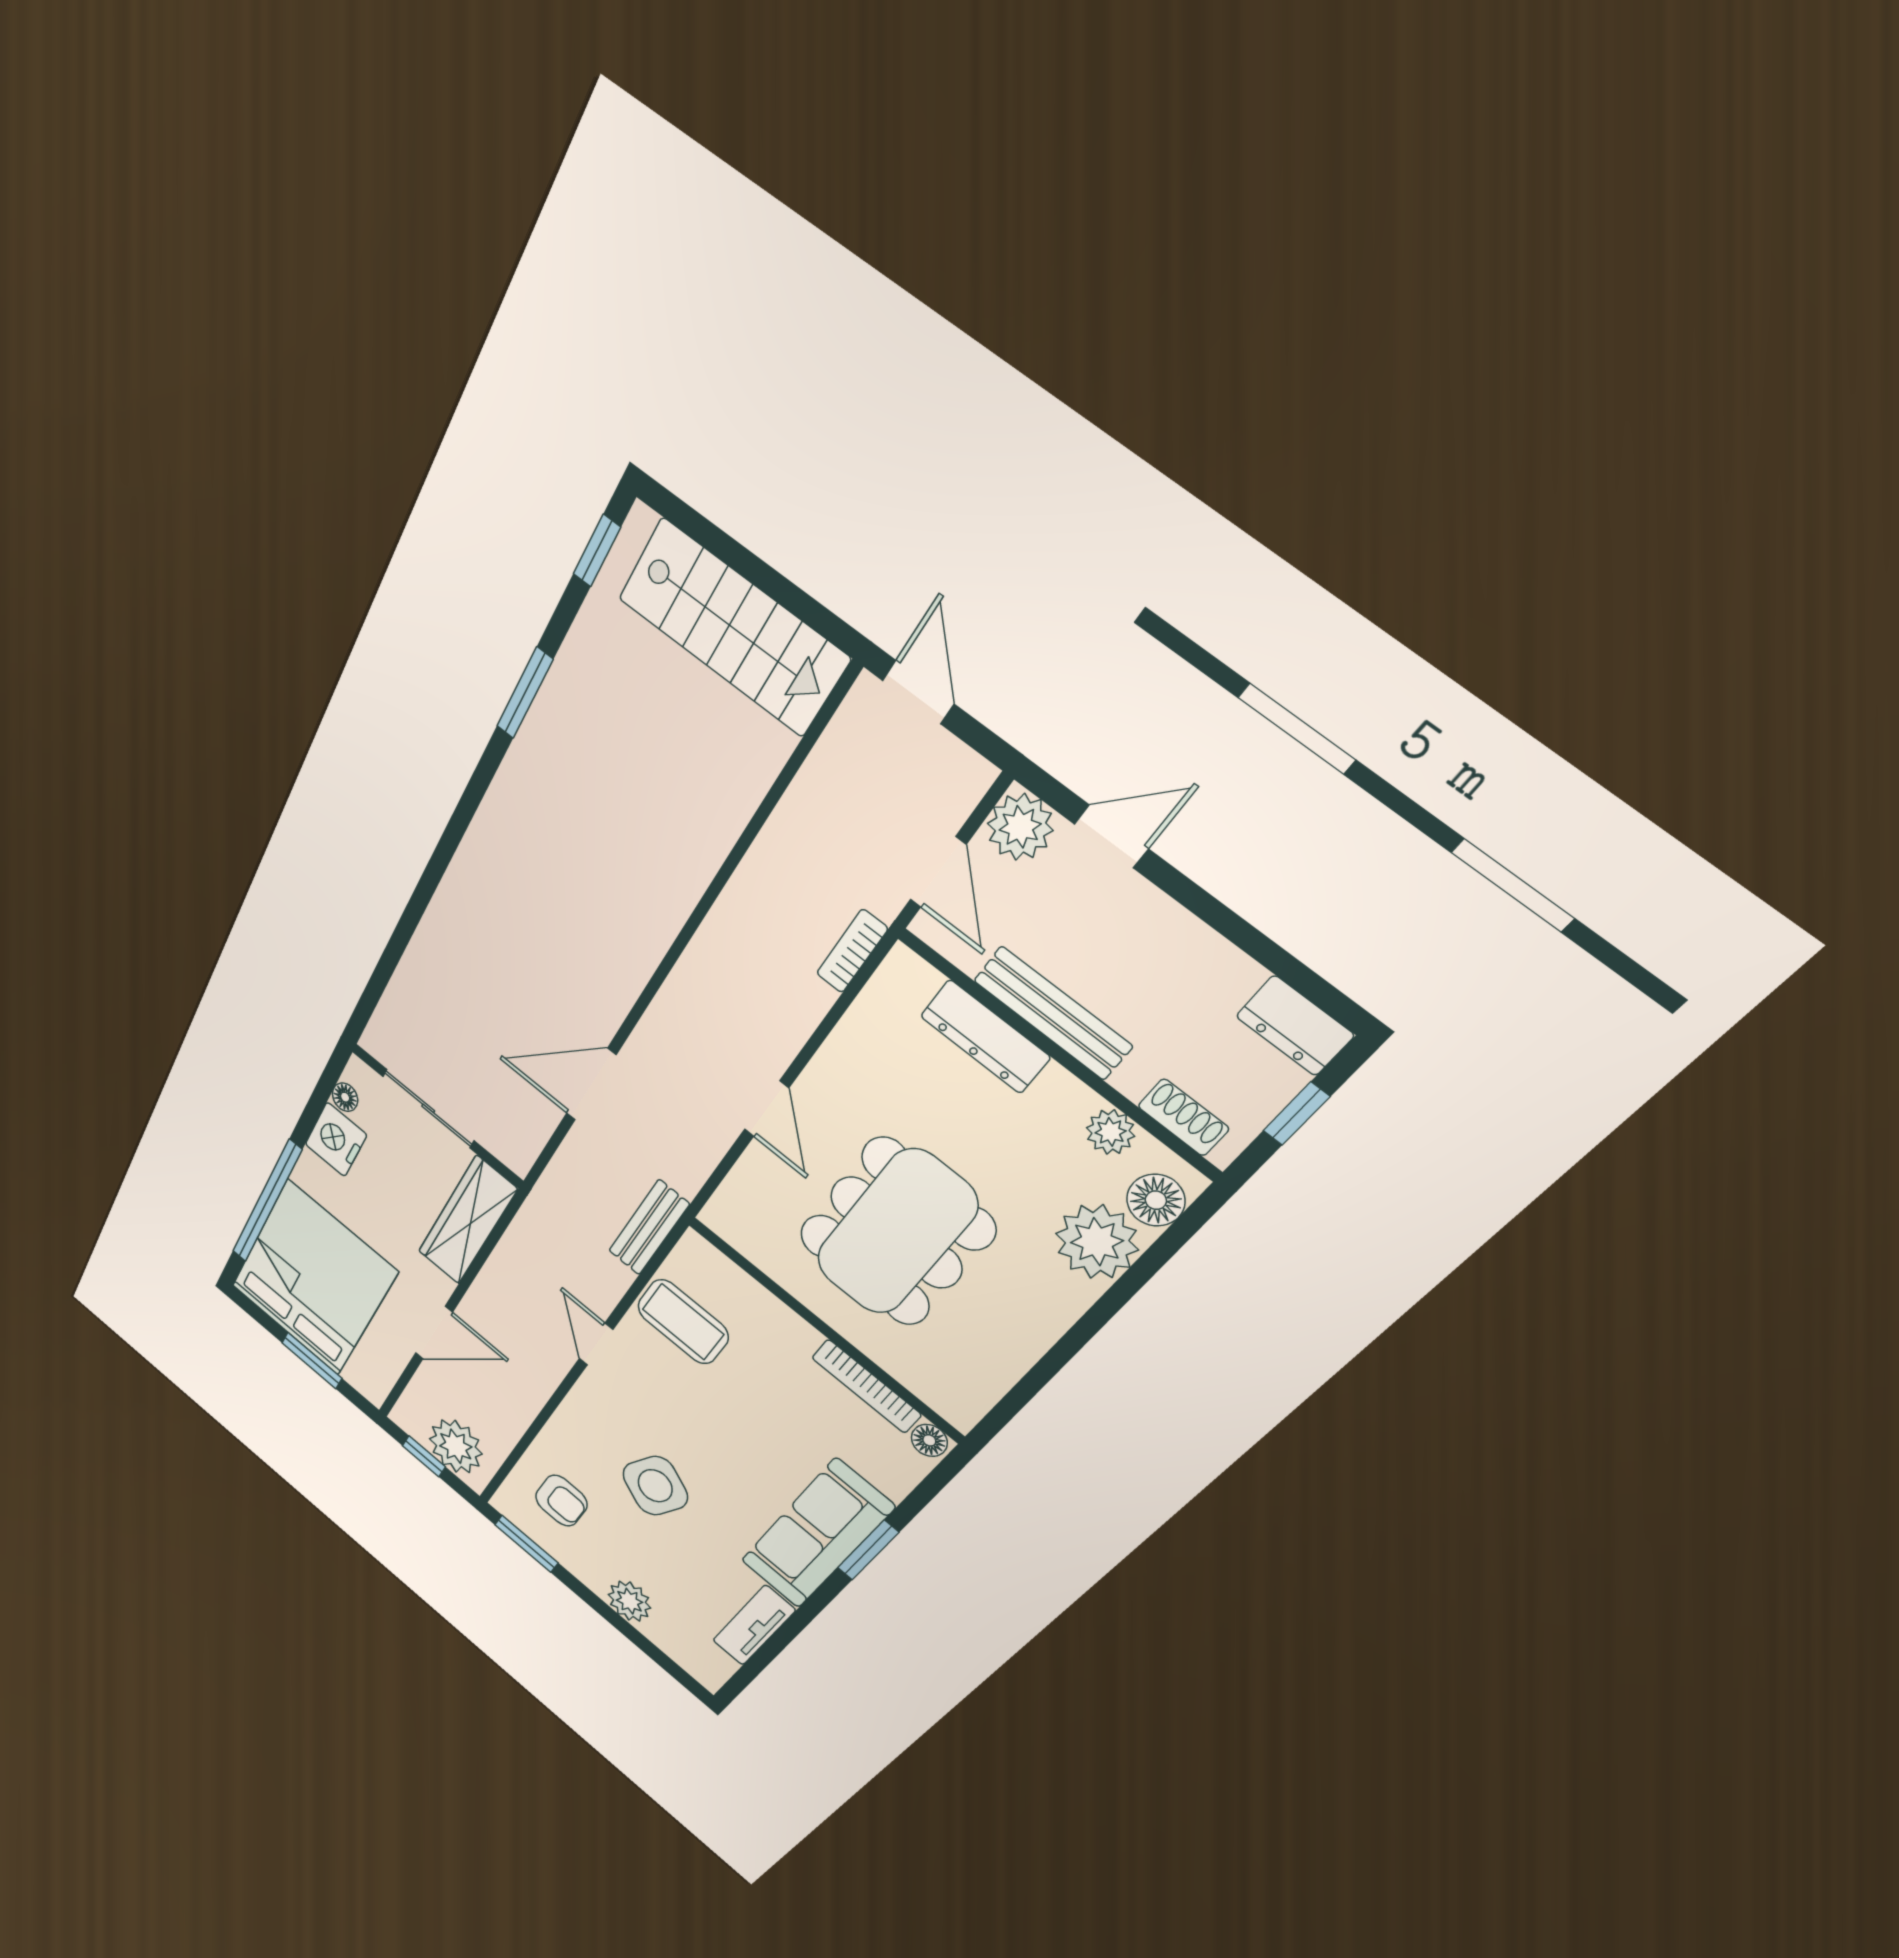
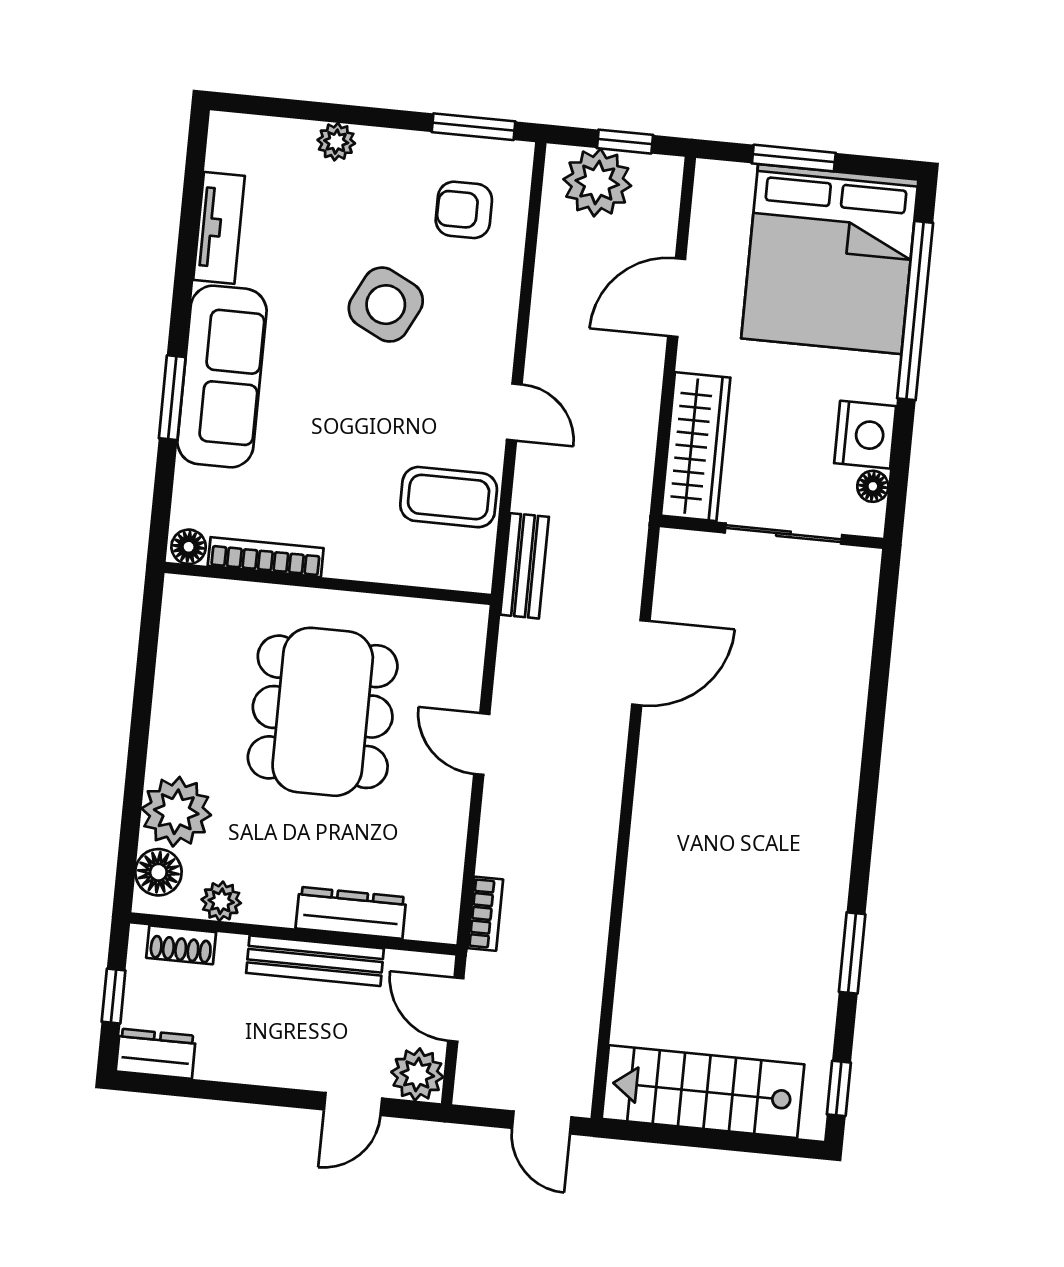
plant: (629, 1601) -> (336, 142), width x0.73, depth x0.73

